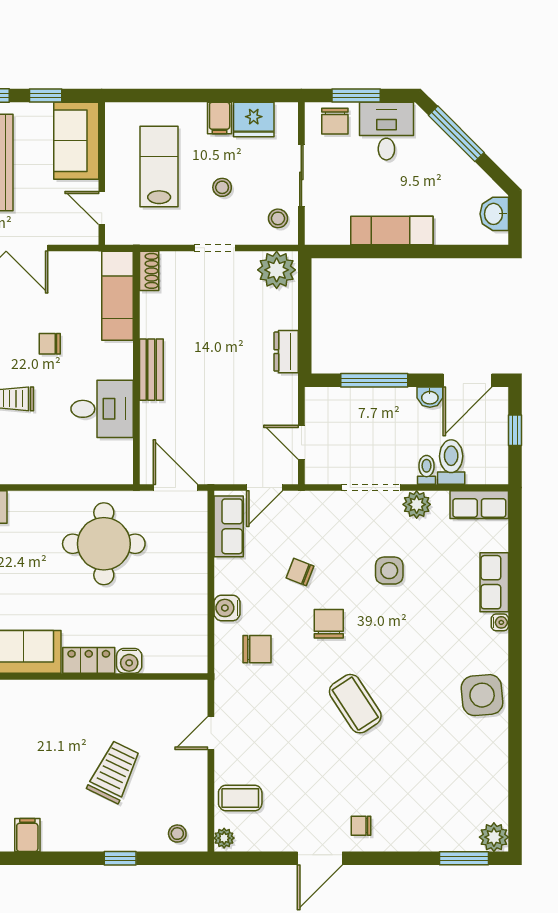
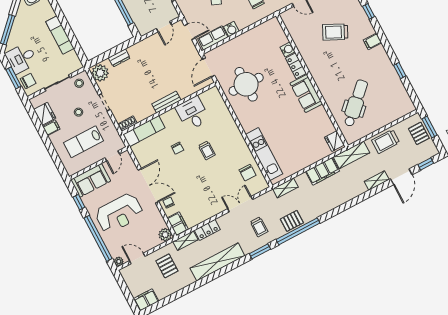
dresser: (286, 352) -> (119, 58), moved
water cooler: (227, 608) -> (231, 29), moved
filing cabinet: (27, 835) -> (372, 41), moved

